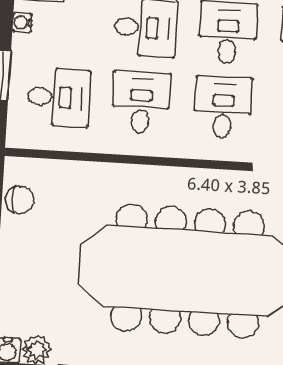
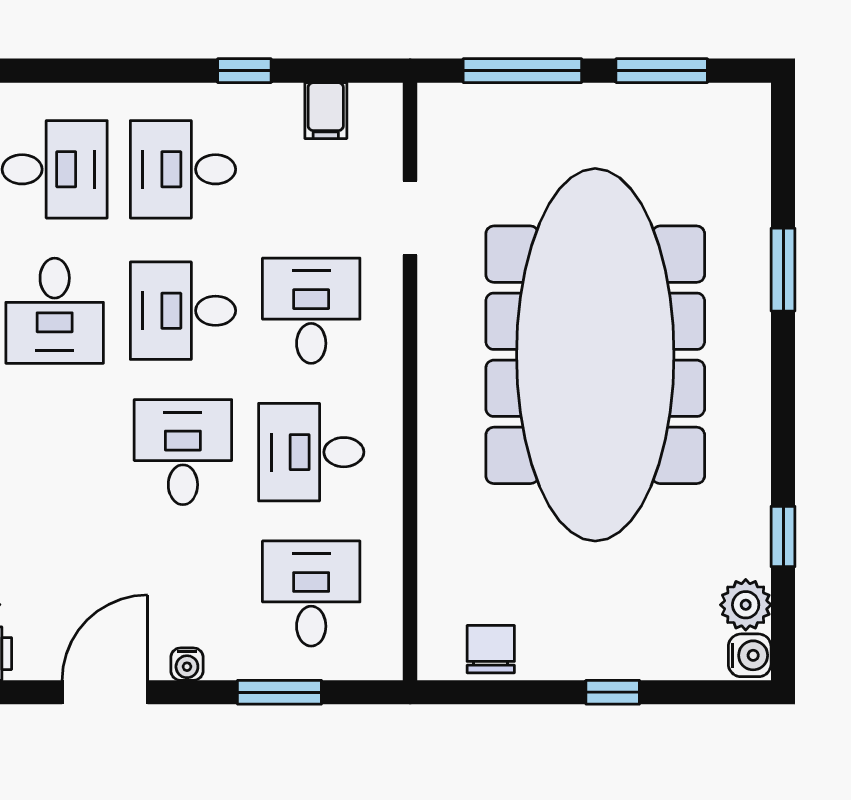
desk: (223, 107) -> (311, 311), turned 90

